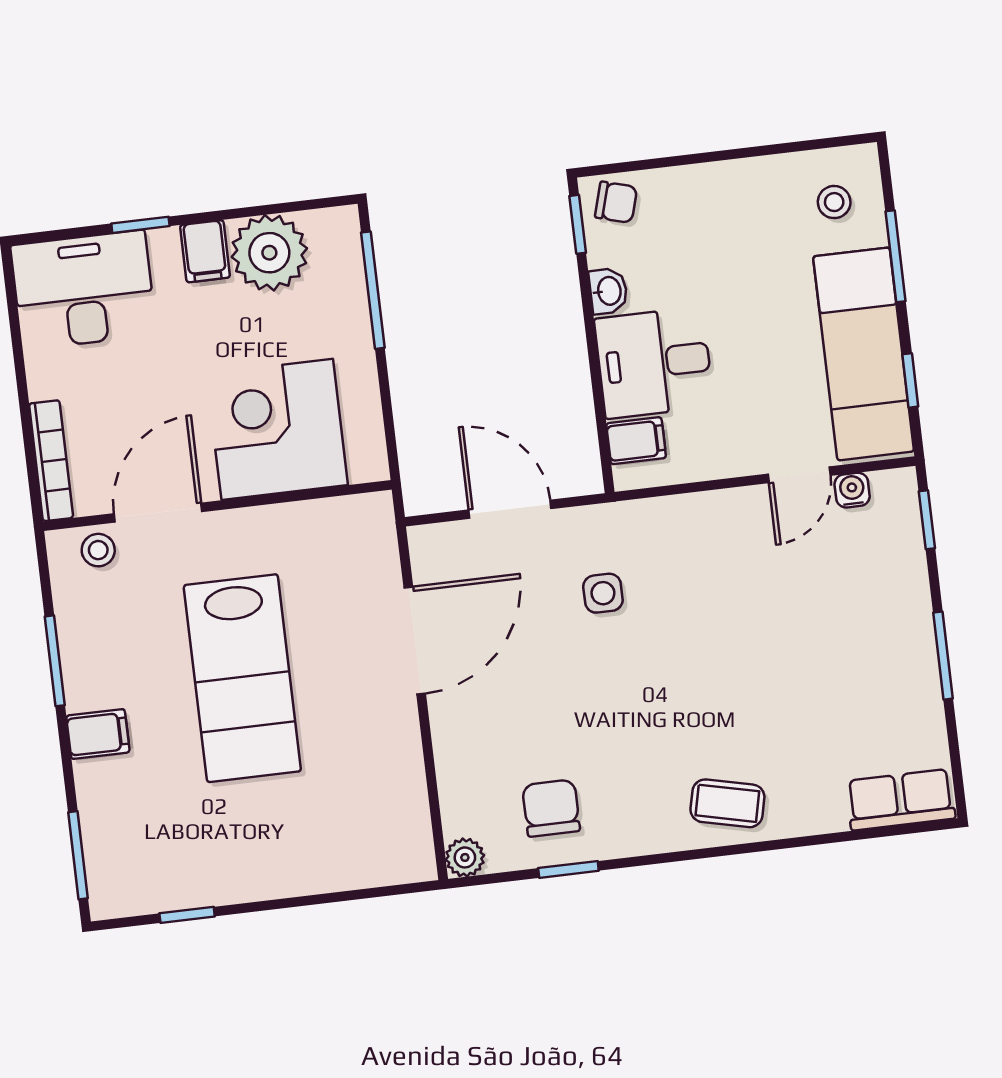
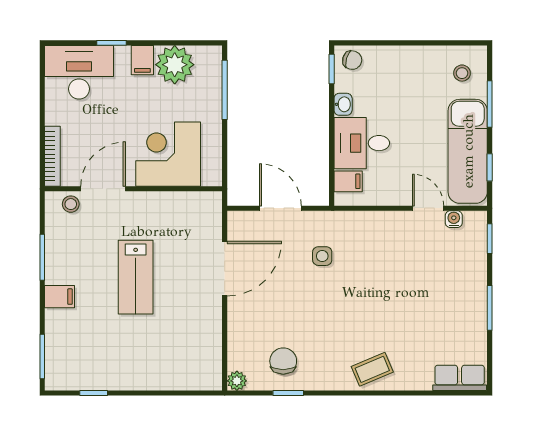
door: (799, 475) -> (428, 208), swing flipped
lab bench: (242, 678) -> (136, 277), width x0.73, depth x0.72
coffee table: (727, 803) -> (372, 369), turned -36

